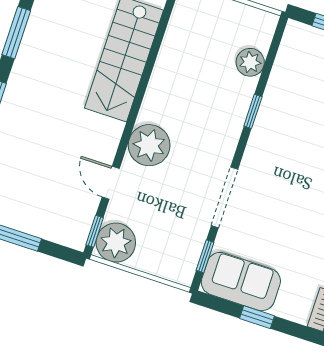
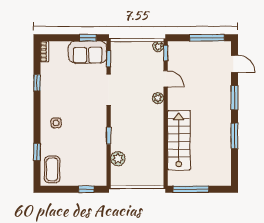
plant: (149, 145) -> (158, 98), width x0.53, depth x0.53
plant: (116, 243) -> (158, 46), width x0.53, depth x0.53
window: (257, 317) -> (88, 38), moved

